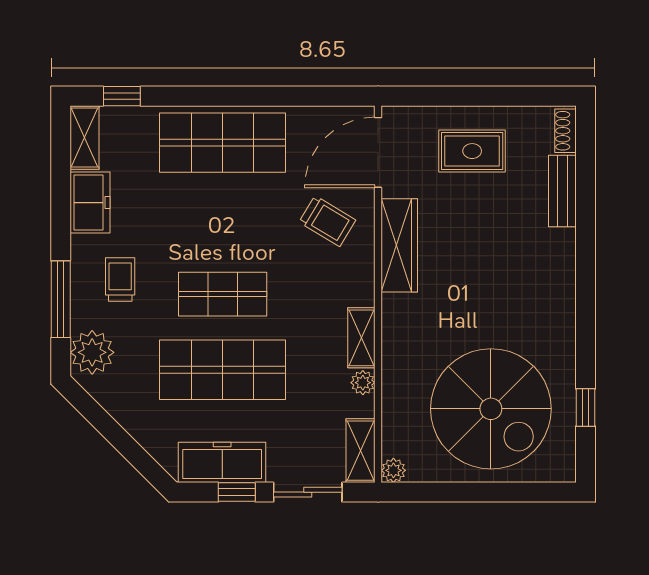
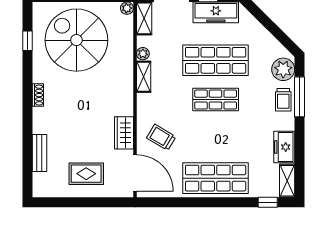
shoe rack: (565, 131) -> (38, 95), moved
door: (378, 152) -> (135, 173), hinge flipped
wardrobe: (399, 245) -> (124, 133), width x0.67
trolley: (120, 279) -> (283, 100), moved

